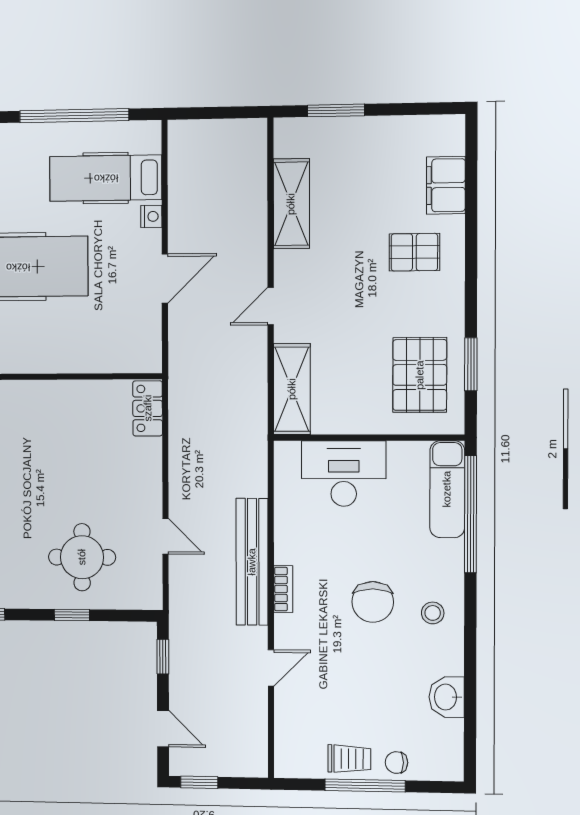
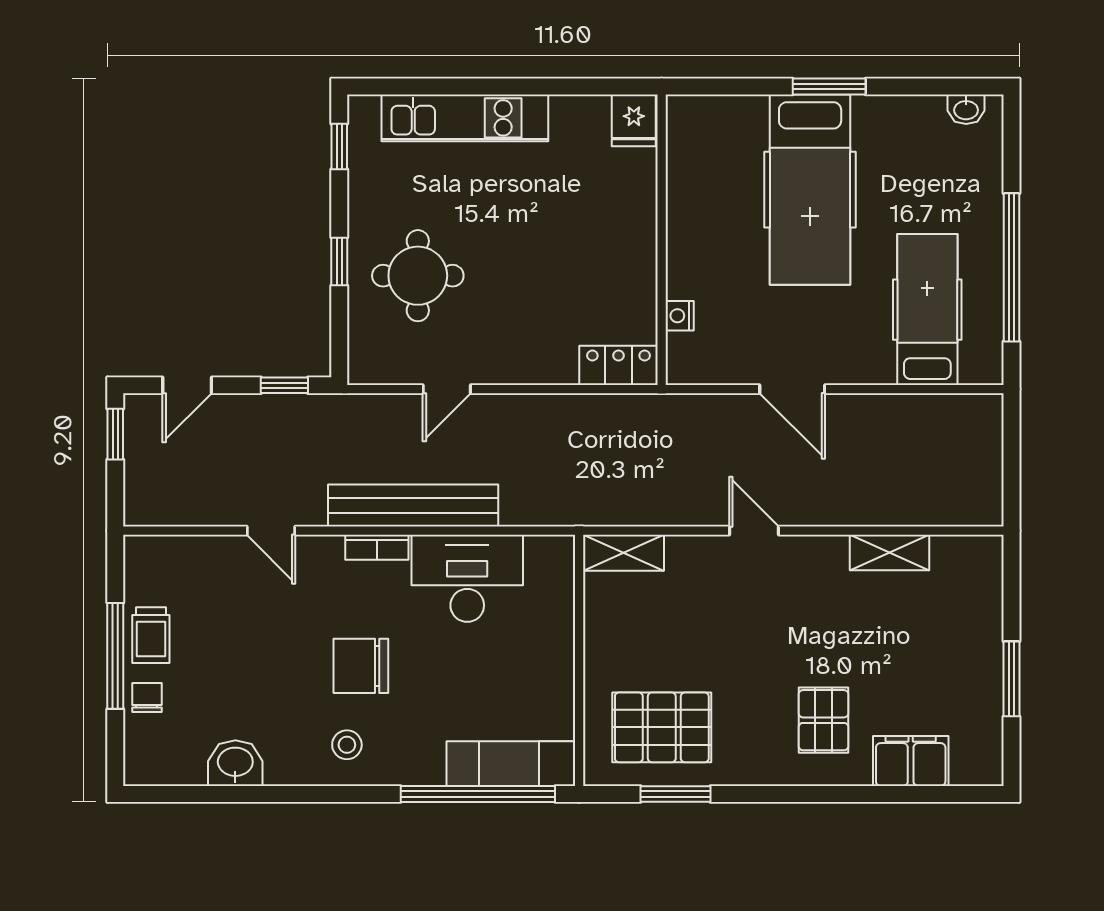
window: (336, 110) -> (1011, 679), moved
shelving: (291, 204) -> (889, 552), width x0.67, depth x0.75
nightstand: (151, 216) -> (680, 316), moved, turned 90
shelving: (292, 389) -> (623, 553), width x0.67, depth x0.75
desk: (344, 473) -> (467, 578), moved, turned -90

